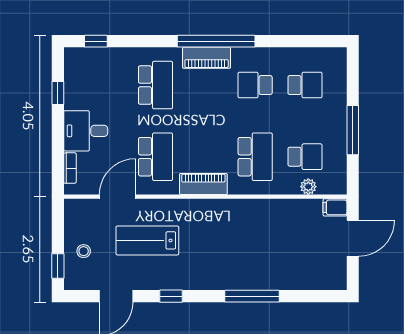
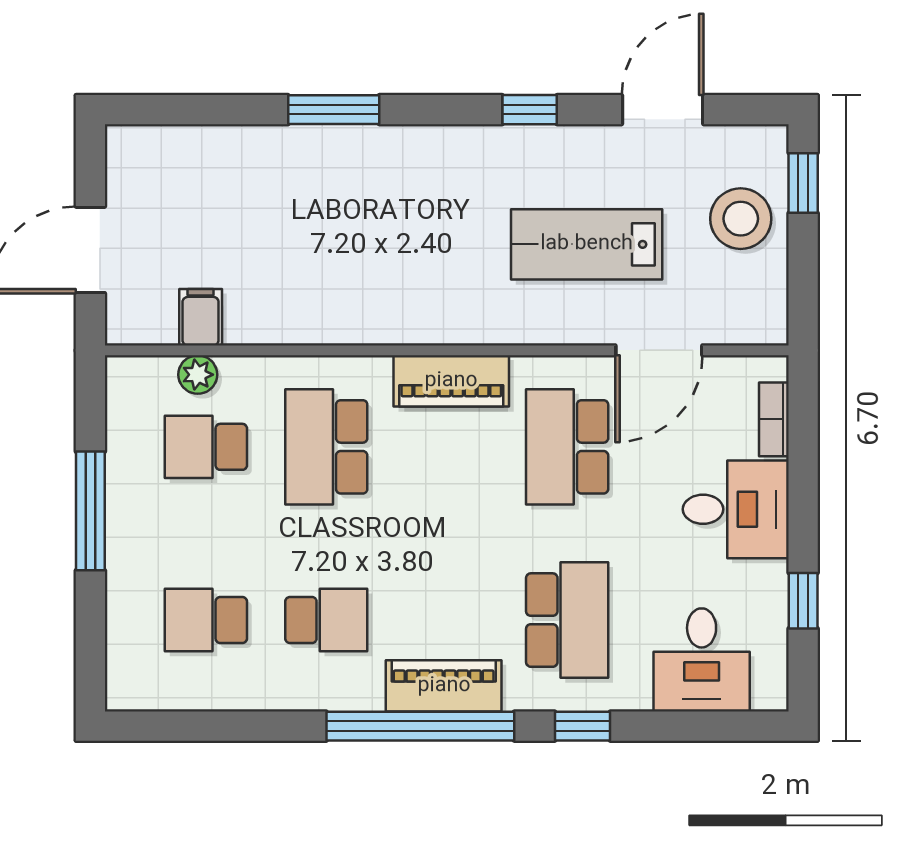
window: (96, 41) -> (583, 726), moved
desk: (100, 69) -> (702, 660), added
school desk: (155, 85) -> (567, 620), turned 180
filing cabinet: (335, 207) -> (201, 317), moved, turned -90
lab bench: (147, 240) -> (587, 244), turned 180
stool: (84, 251) -> (741, 219), width x1.89, depth x1.89
window: (252, 296) -> (334, 110), width x0.69

